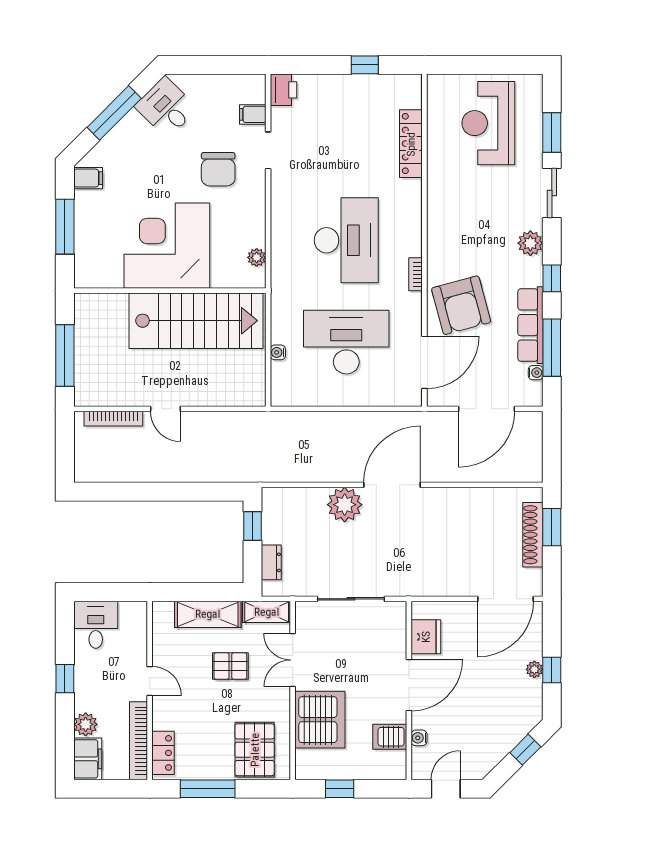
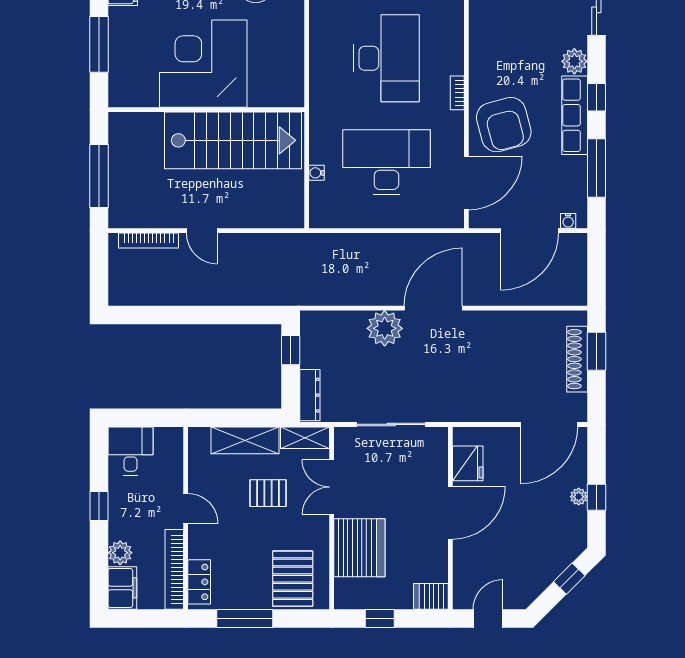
plant: (257, 257) -> (295, 76), removed
row of seats: (530, 325) -> (575, 115), moved
water cooler: (536, 373) -> (568, 221), moved, turned 90
dresser: (271, 562) -> (310, 395), width x1.44
server rack: (390, 737) -> (431, 596), moved
water cooler: (419, 738) -> (461, 567), removed

